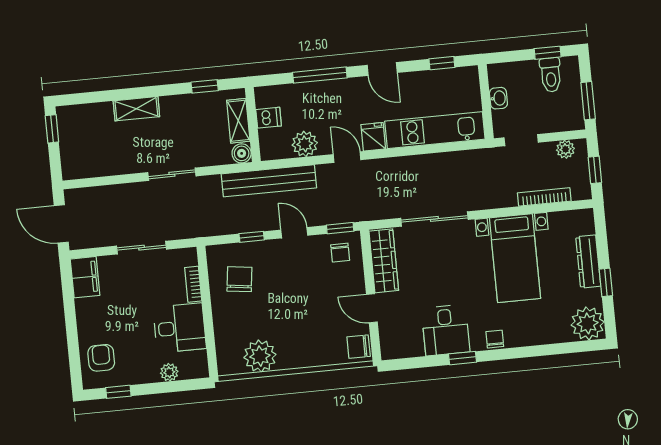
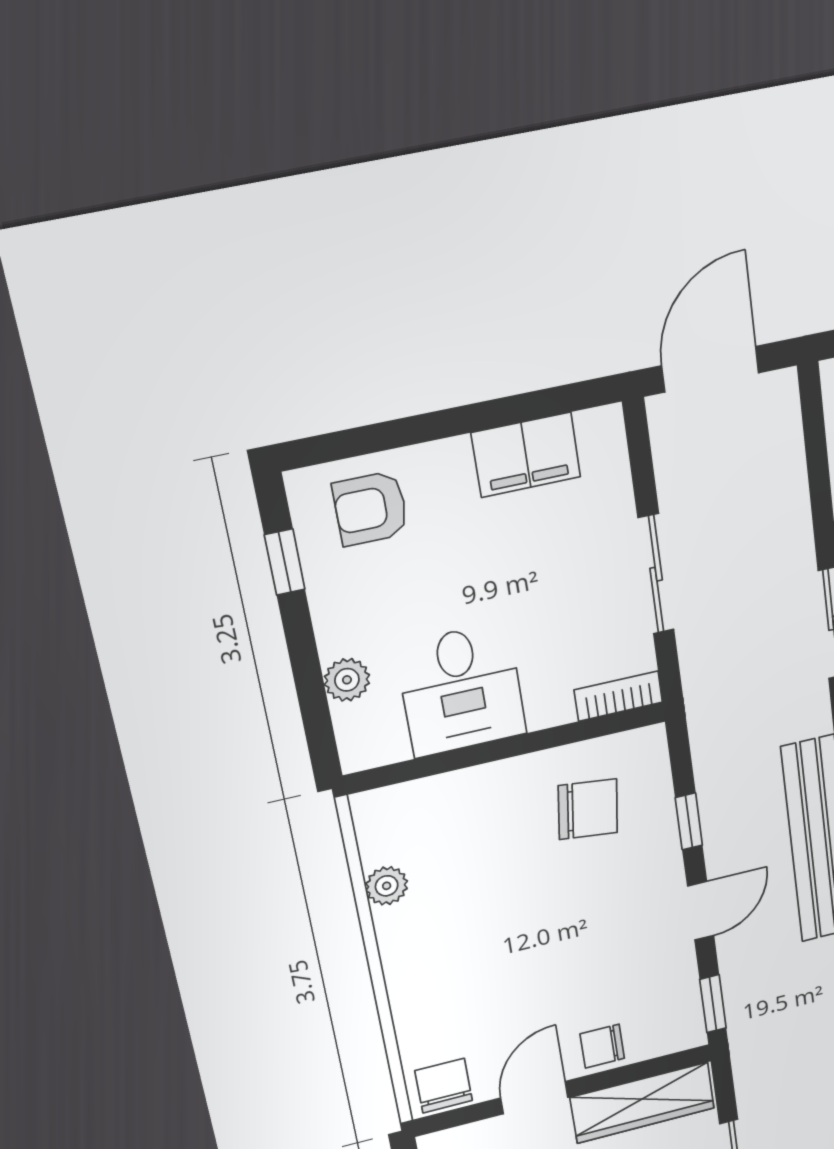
chair: (340, 253) -> (602, 1046), moved
filing cabinet: (85, 277) -> (526, 455), moved
bookcase: (193, 284) -> (618, 696), moved
plant: (260, 356) -> (387, 886), width x0.53, depth x0.53
armchair: (101, 358) -> (370, 509), turned 180

